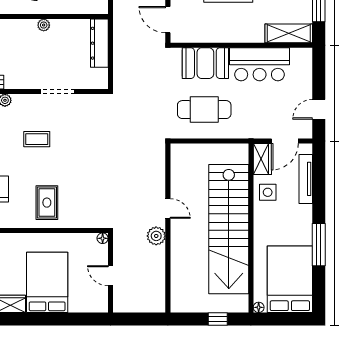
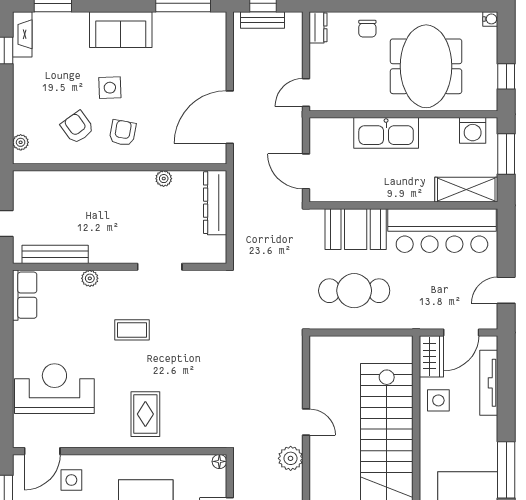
plant: (44, 25) -> (164, 179), moved
bar counter: (260, 64) -> (442, 231), width x1.36

